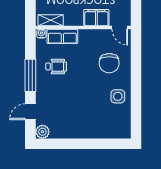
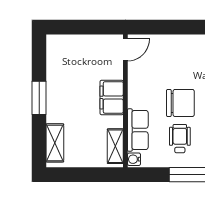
filing cabinet: (96, 18) -> (112, 97), moved
chair: (109, 63) -> (180, 103), moved

